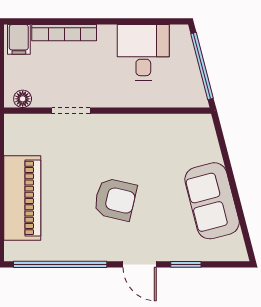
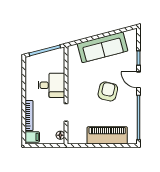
desk: (143, 52) -> (51, 85), moved, turned 180
sofa: (212, 201) -> (102, 47), width x1.36
door: (140, 264) -> (139, 80), swing flipped

